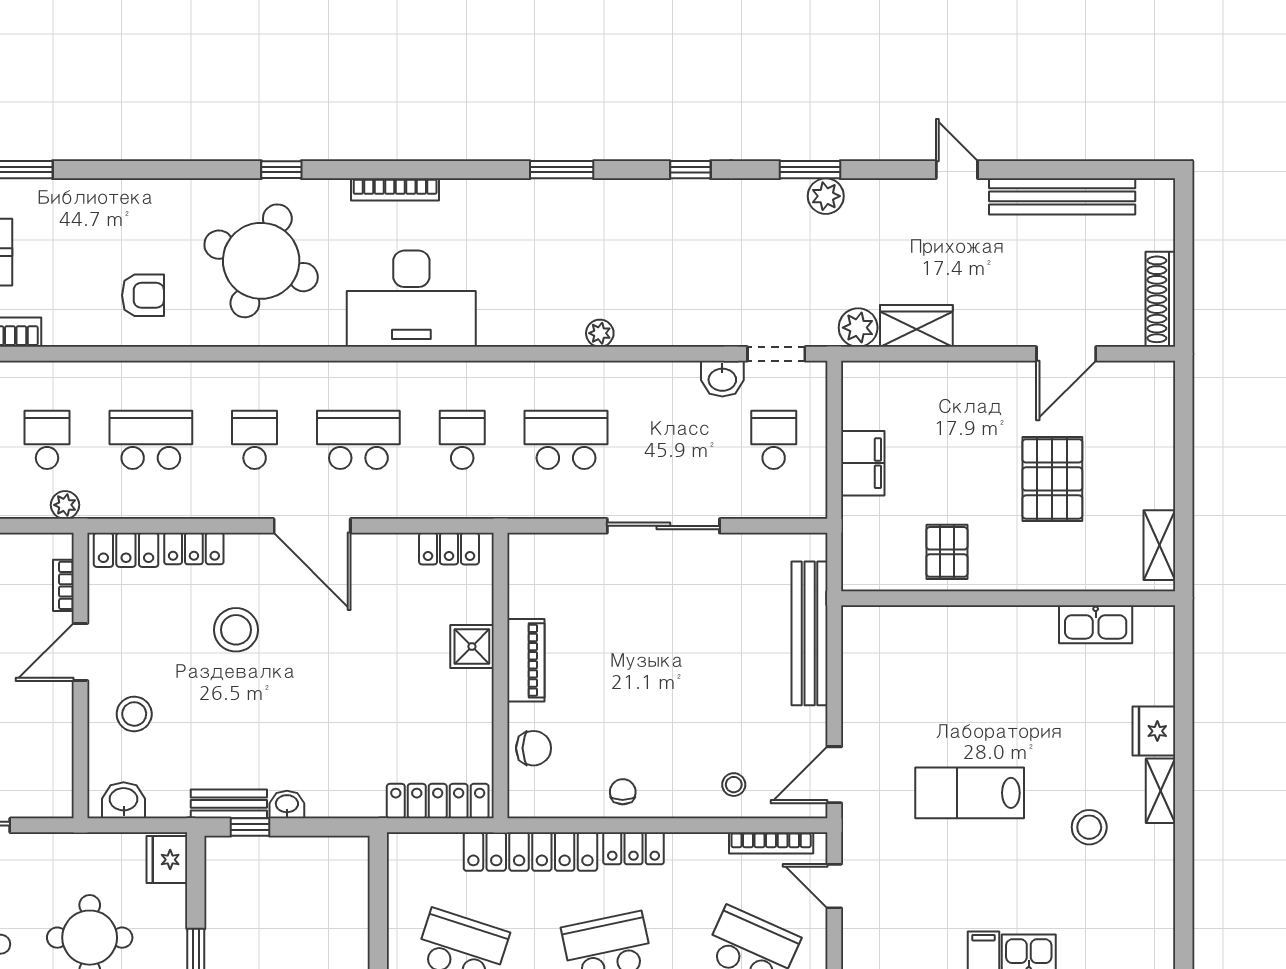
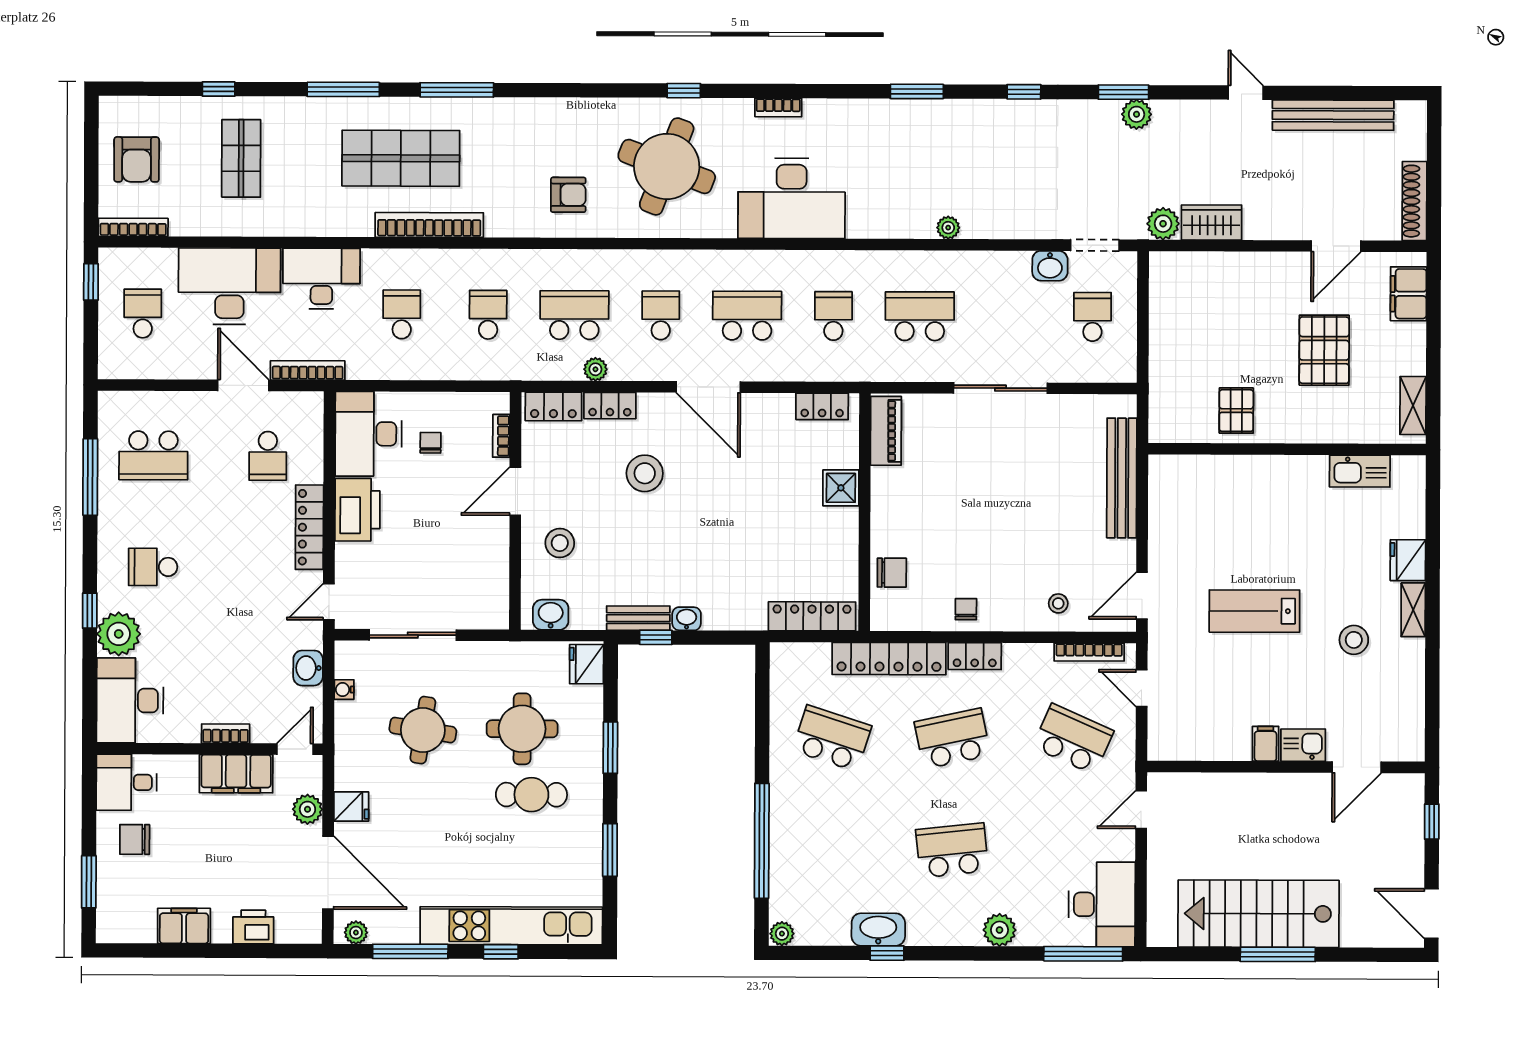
bookcase: (395, 189) -> (778, 107), width x0.64
filing cabinet: (863, 463) -> (1408, 294), moved, turned 180
plant: (65, 505) -> (595, 369), moved
piano: (526, 660) -> (886, 431), moved

